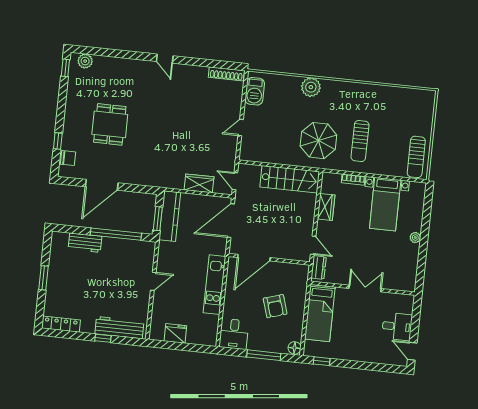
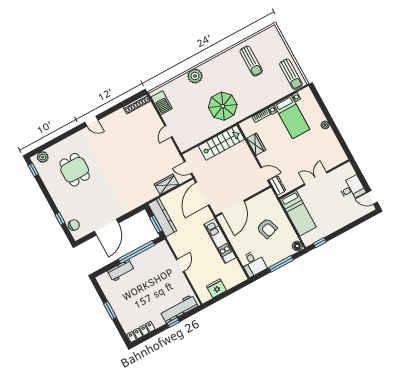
dining table: (110, 124) -> (75, 170), moved
sun lounger: (360, 141) -> (251, 61), moved

